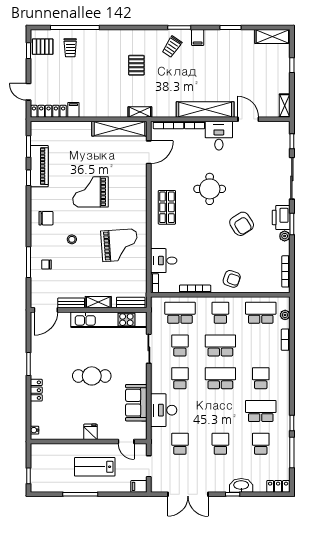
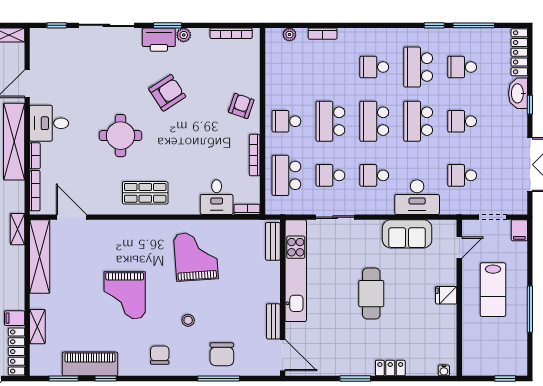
chair: (46, 264) -> (222, 354), width x1.87, depth x1.87
shelving: (98, 302) -> (37, 327), moved
school desk: (261, 313) -> (418, 121), moved
locker: (278, 486) -> (519, 52), width x1.53

